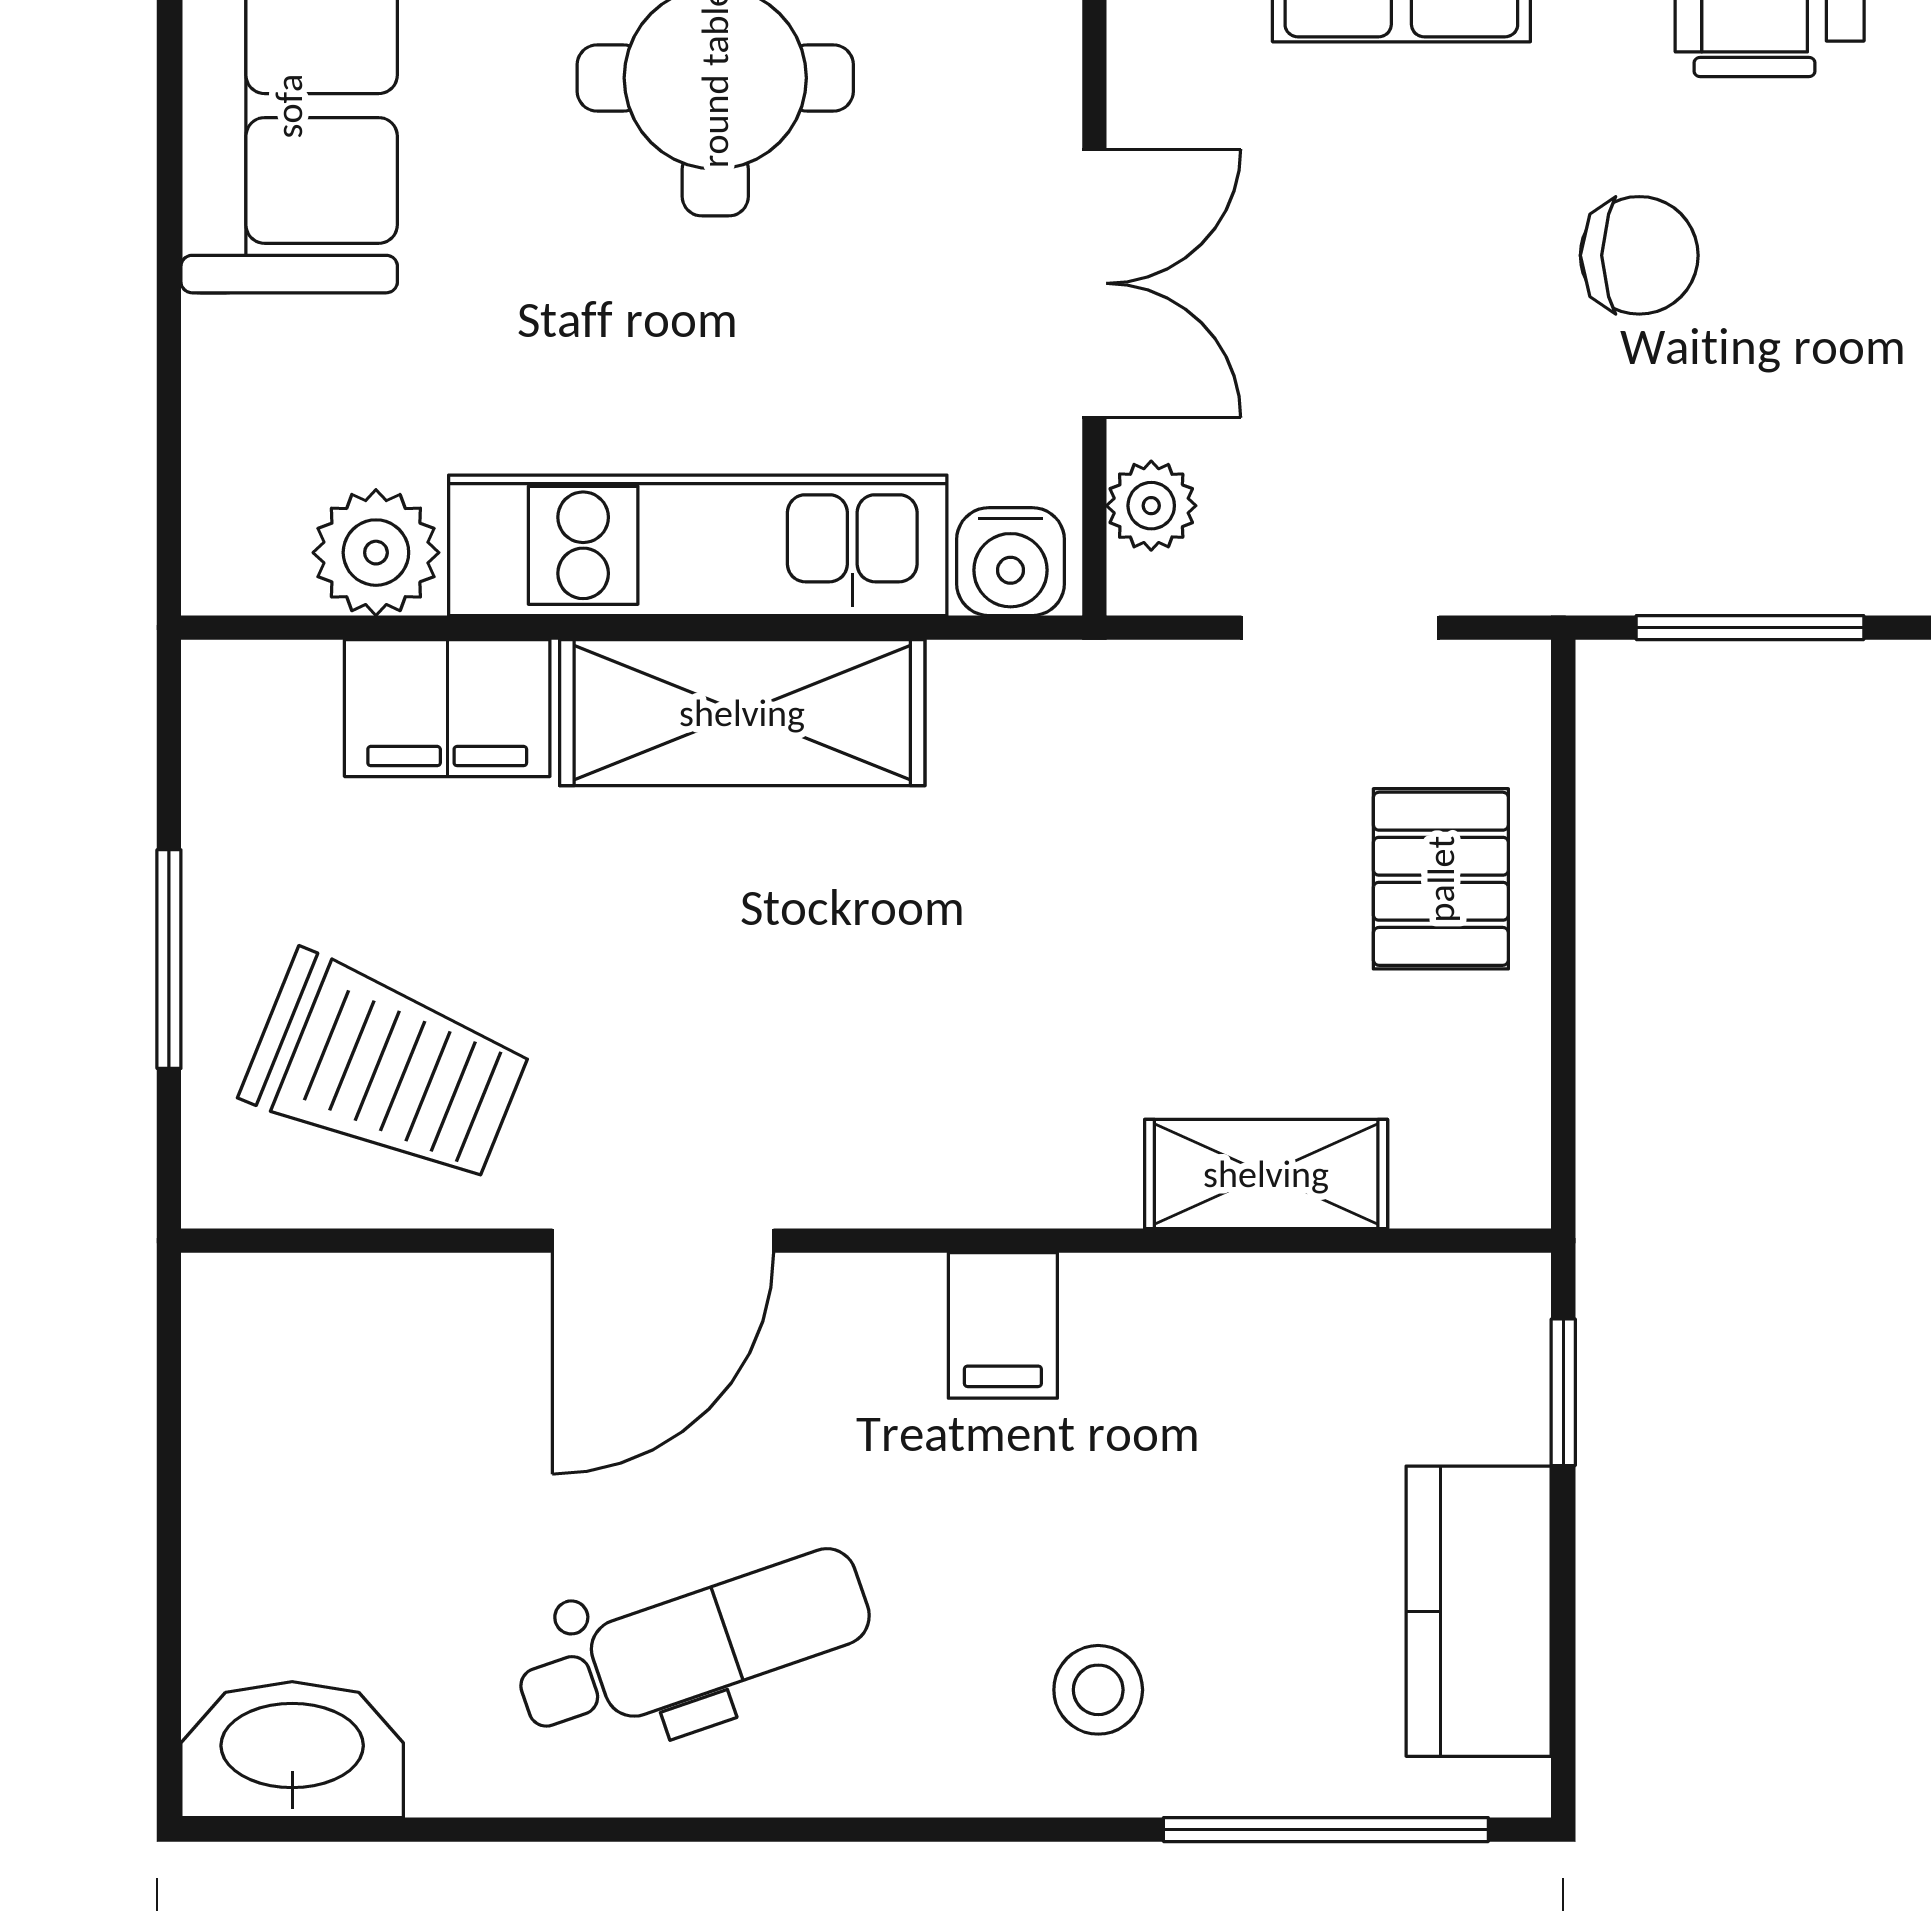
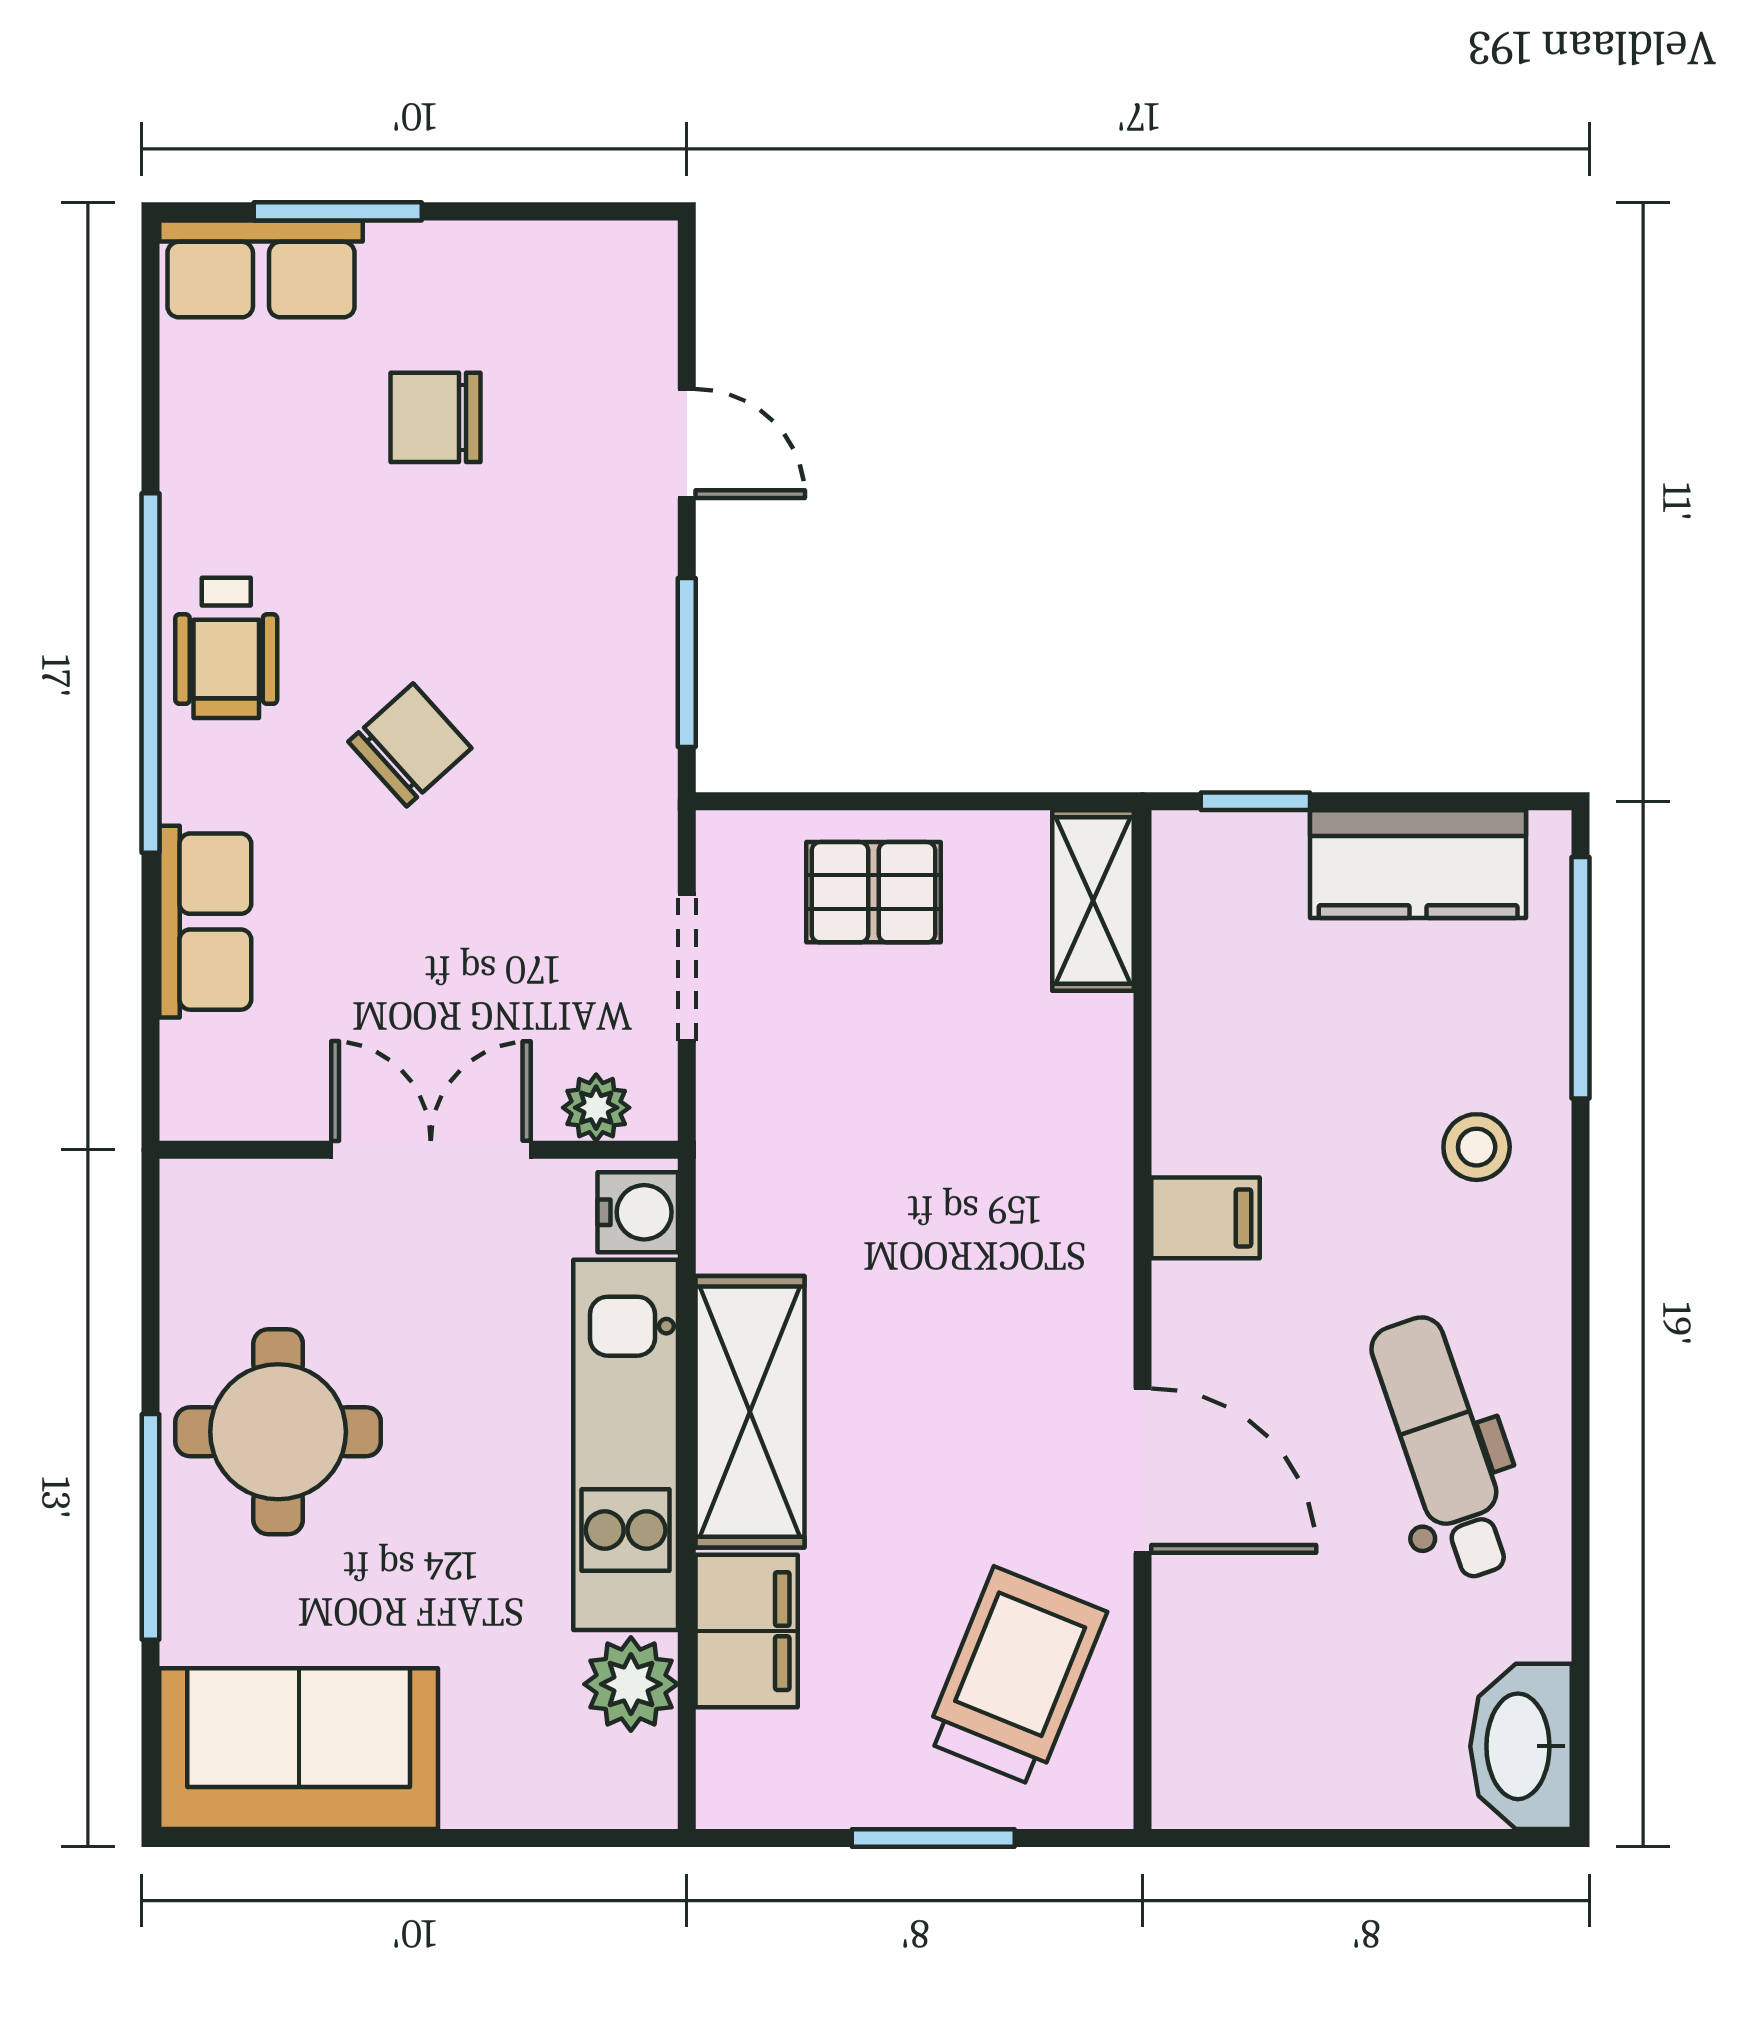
chair: (1639, 255) -> (410, 745), turned 48
shelving: (1266, 1174) -> (1093, 900), moved

